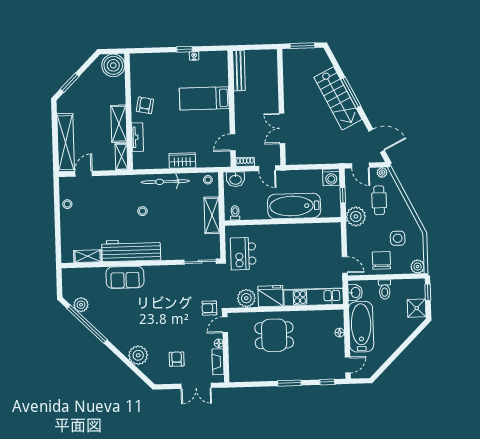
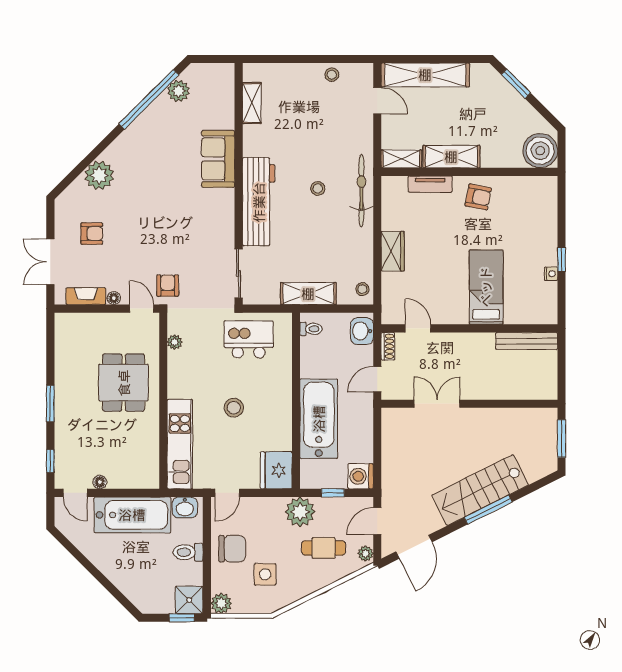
bicycle: (165, 182) -> (361, 190), moved
workbench: (131, 250) -> (259, 202), moved
stool: (289, 262) -> (234, 408), added
fridge: (271, 296) -> (276, 470), moved, turned 180
plant: (246, 298) -> (175, 342), width x0.53, depth x0.53
shower: (417, 308) -> (189, 600), moved
floor lamp: (340, 333) -> (100, 482), moved

